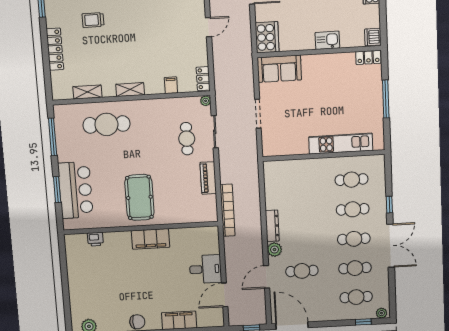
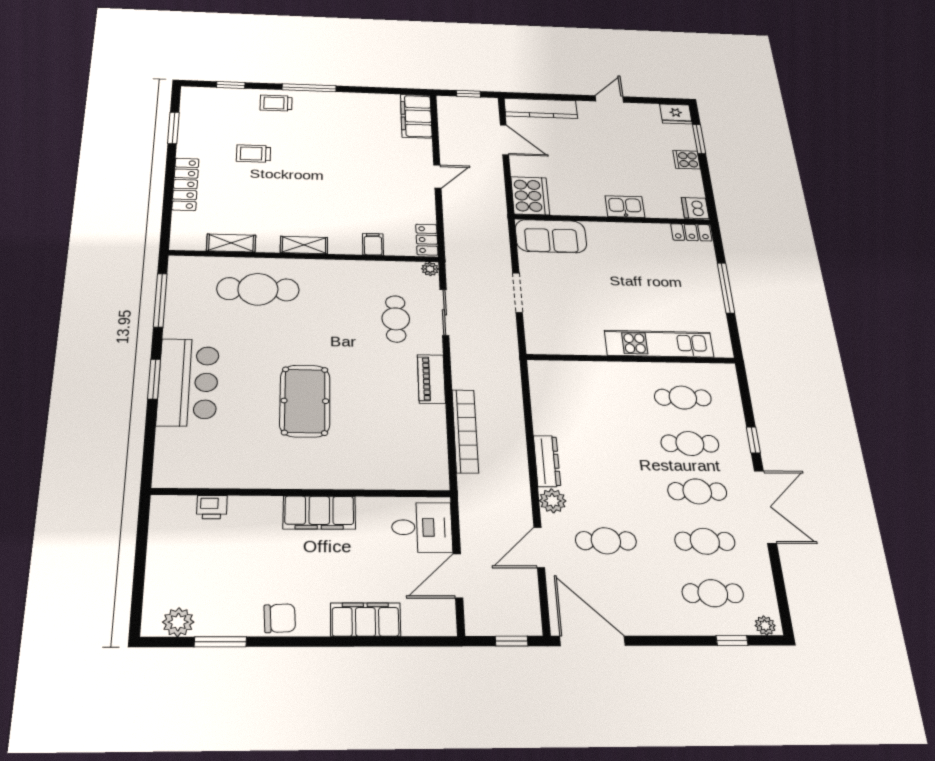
wall: (141, 228) -> (302, 493), moved
printer: (95, 239) -> (212, 507), moved
filing cabinet: (150, 239) -> (319, 513), moved

